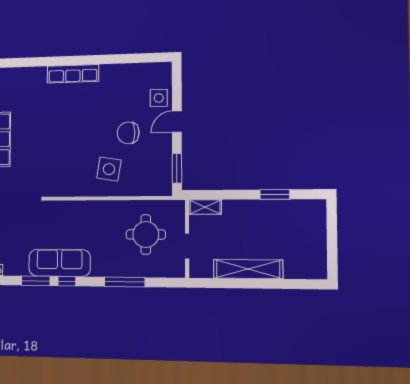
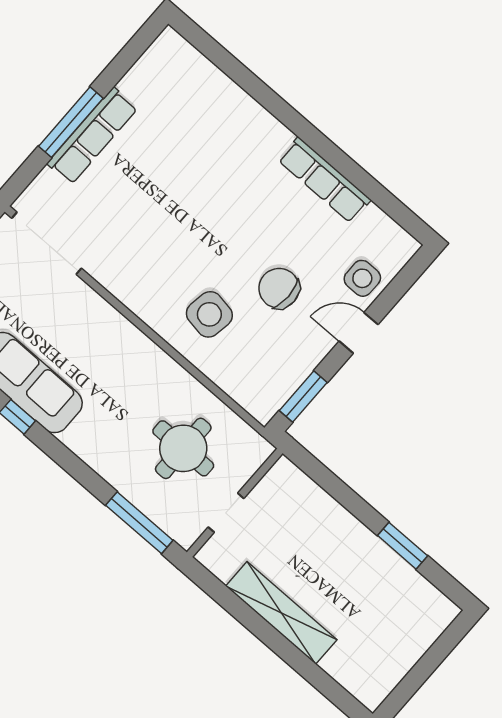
row of seats: (73, 74) -> (324, 180), moved
shelving: (205, 207) -> (296, 482), removed
window: (125, 282) -> (139, 523), moved

